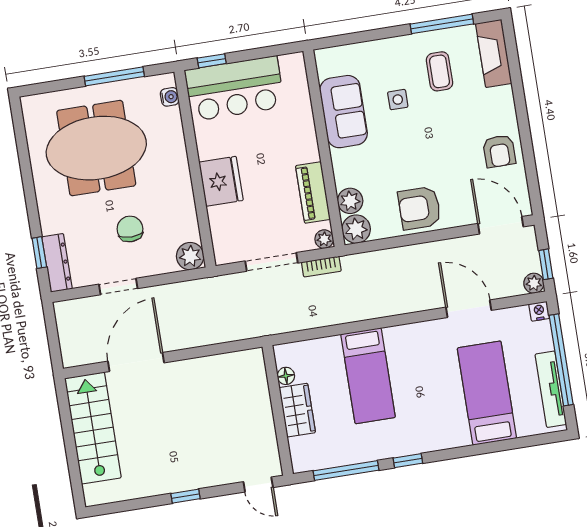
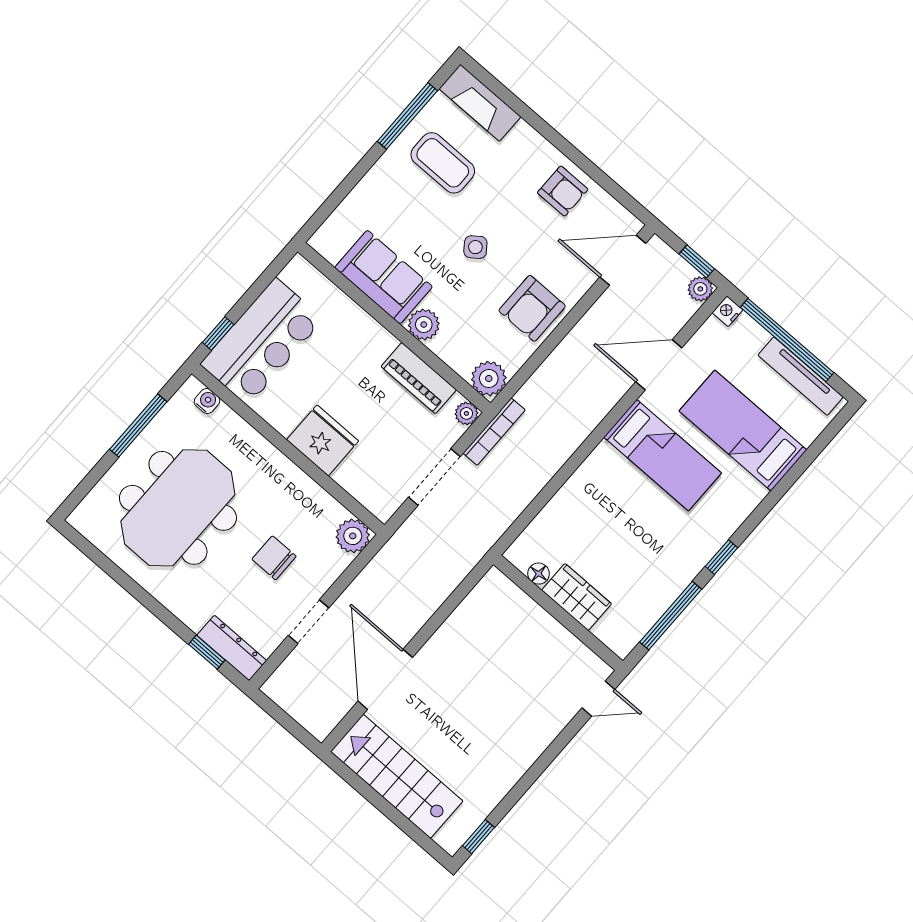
coffee table: (439, 71) -> (443, 163), width x1.36, depth x1.30
side table: (398, 100) -> (475, 247), moved, turned -37
plant: (350, 201) -> (424, 325), moved
bookcase: (321, 267) -> (494, 432), width x1.56
bed: (368, 376) -> (663, 455), moved
window: (185, 496) -> (479, 837), moved

